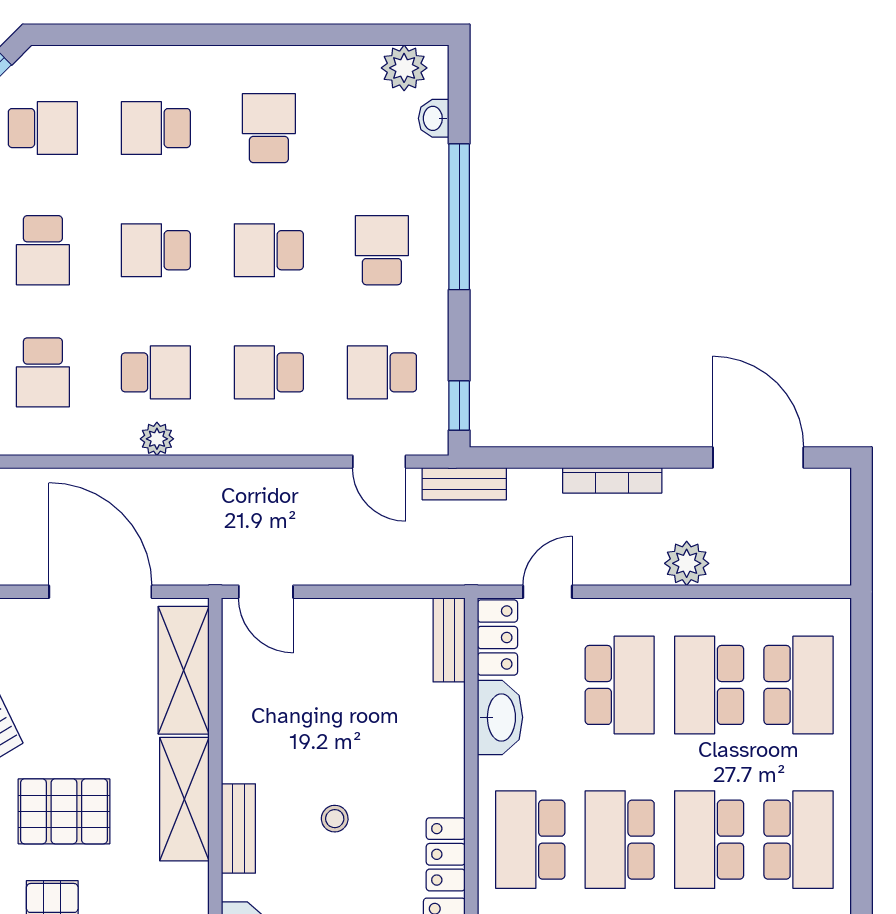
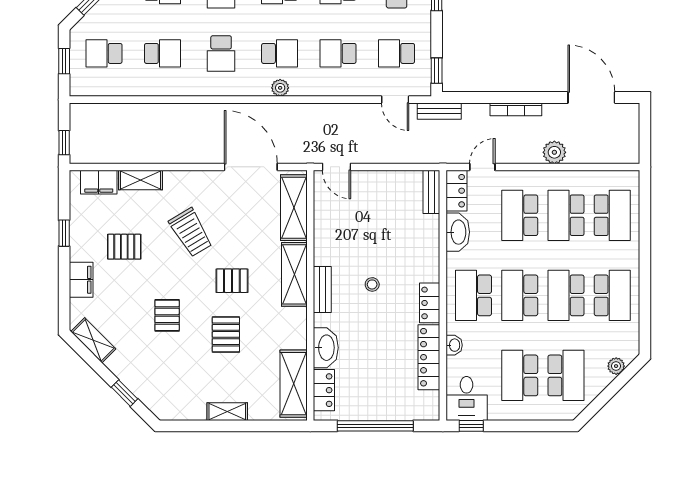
school desk: (620, 685) -> (520, 215), turned 180
pallet: (64, 811) -> (232, 281), width x0.67, depth x0.71

